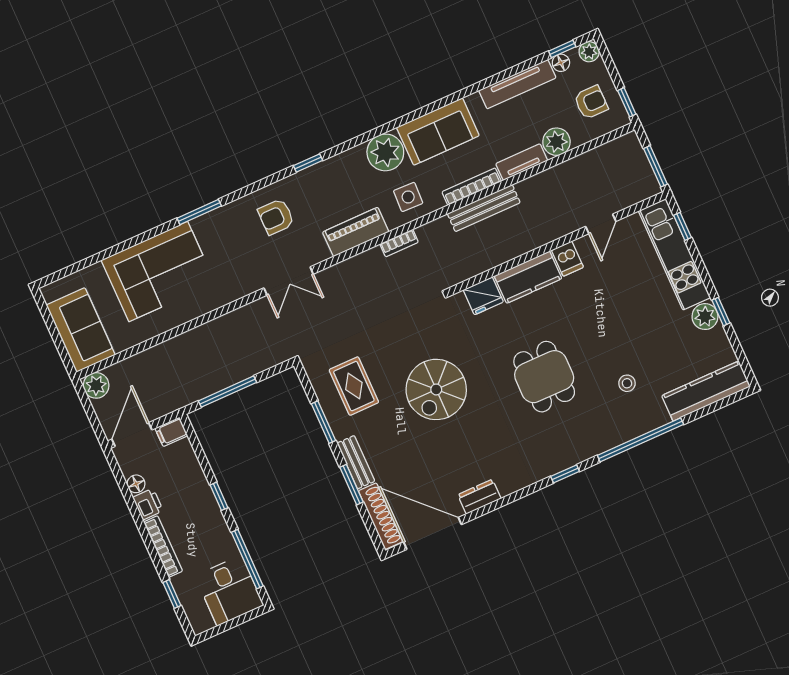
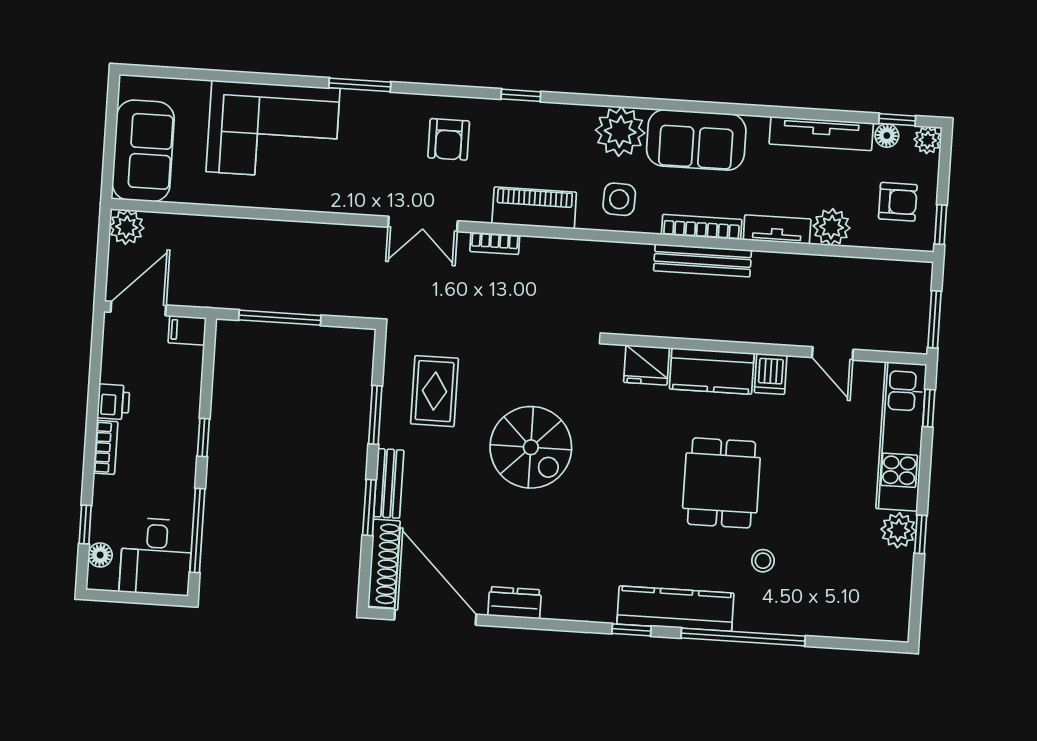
armchair: (276, 217) -> (449, 139), turned -90
door: (601, 224) -> (833, 353), hinge flipped
bookcase: (399, 243) -> (495, 243), moved
dining table: (544, 377) -> (721, 483), moved
spiral stairs: (436, 389) -> (531, 447), turned -90
kitchen counter: (706, 391) -> (675, 609), moved
floor lamp: (136, 484) -> (100, 555), moved
bookcase: (163, 547) -> (106, 447), width x0.64

